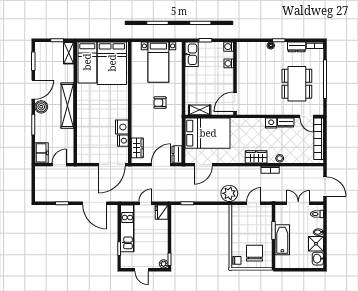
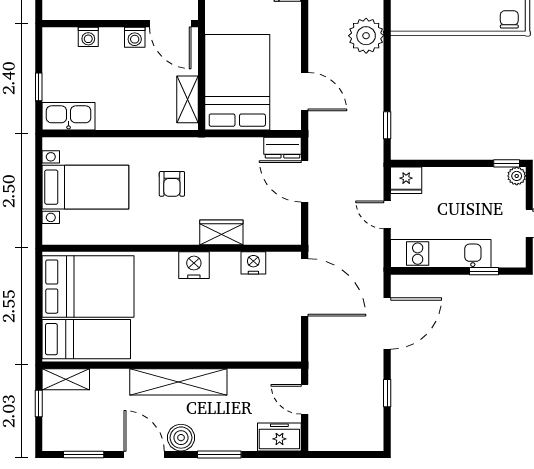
washing machine: (229, 47) -> (135, 37), moved
nightstand: (122, 127) -> (194, 265), moved
wardrobe: (137, 148) -> (221, 232), moved

